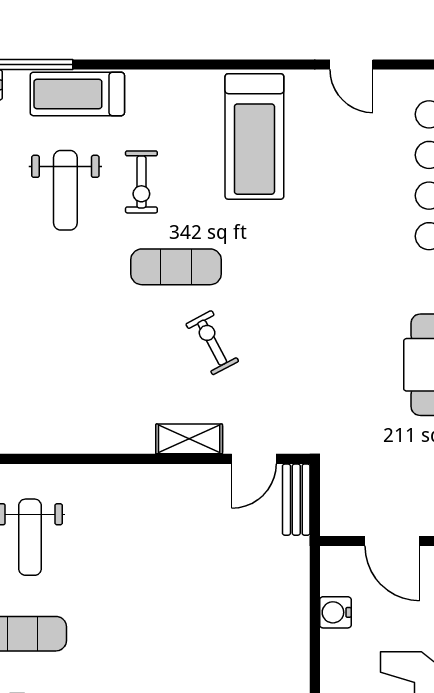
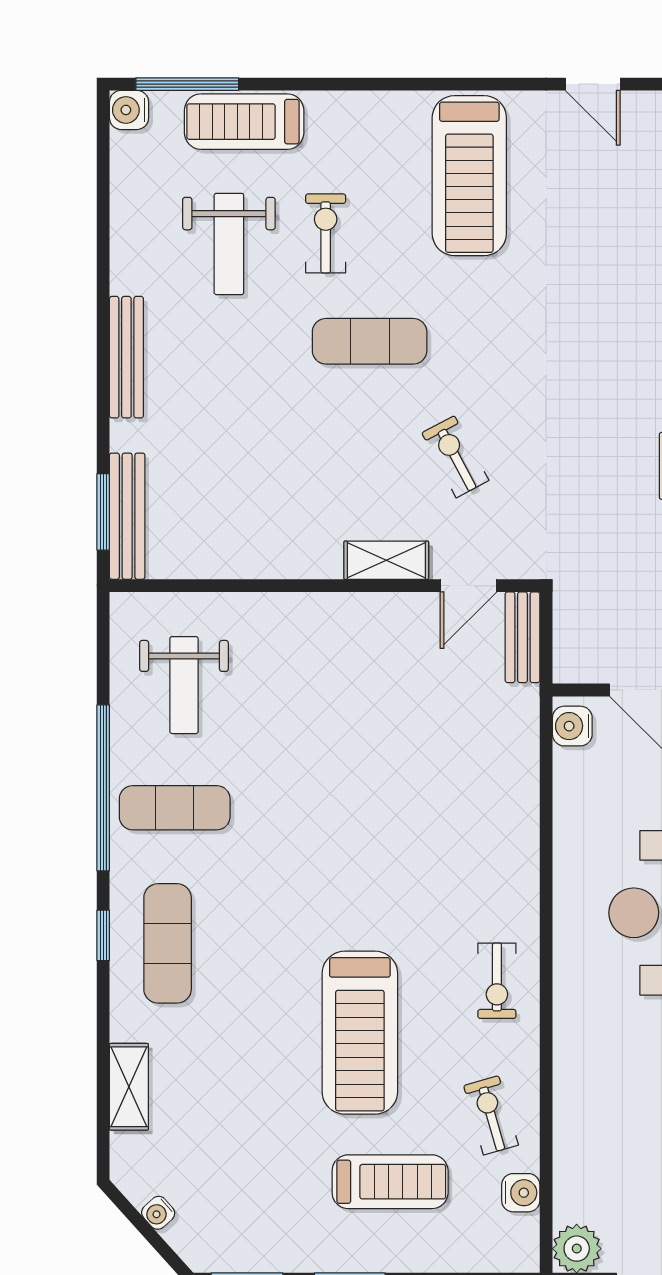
exercise bike: (141, 182) -> (326, 233), turned 180
exercise bike: (212, 343) -> (455, 457), moved
water cooler: (335, 612) -> (572, 726), moved

